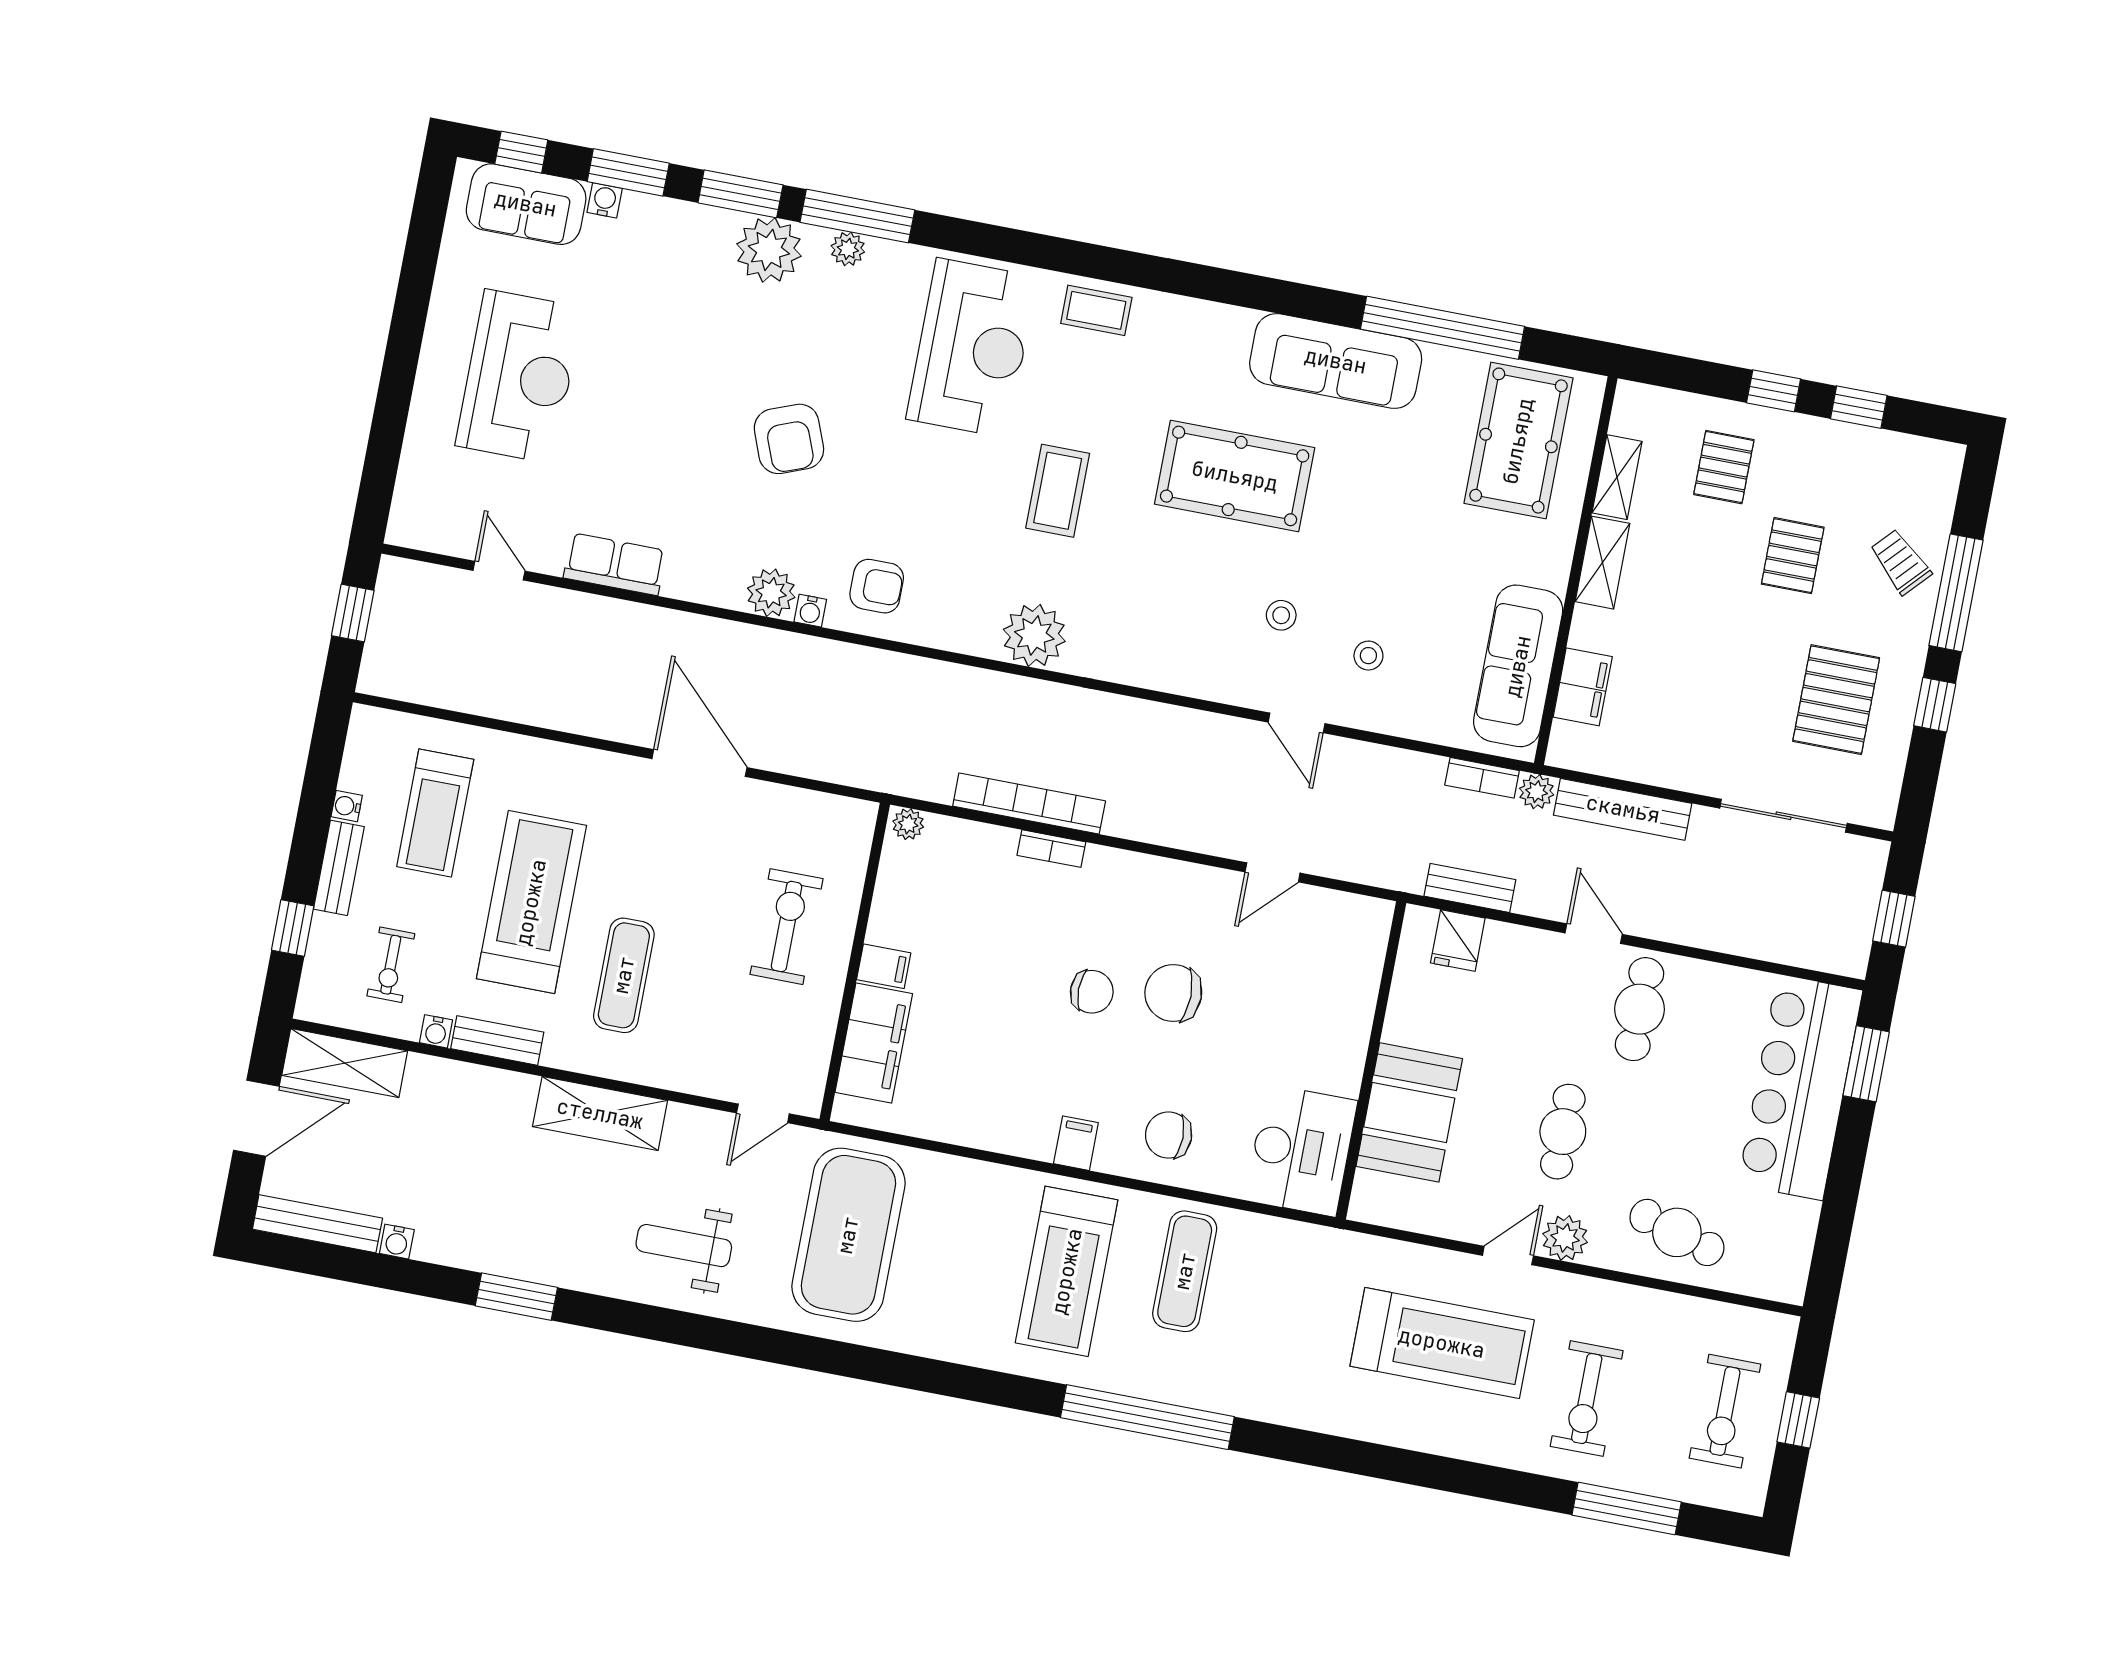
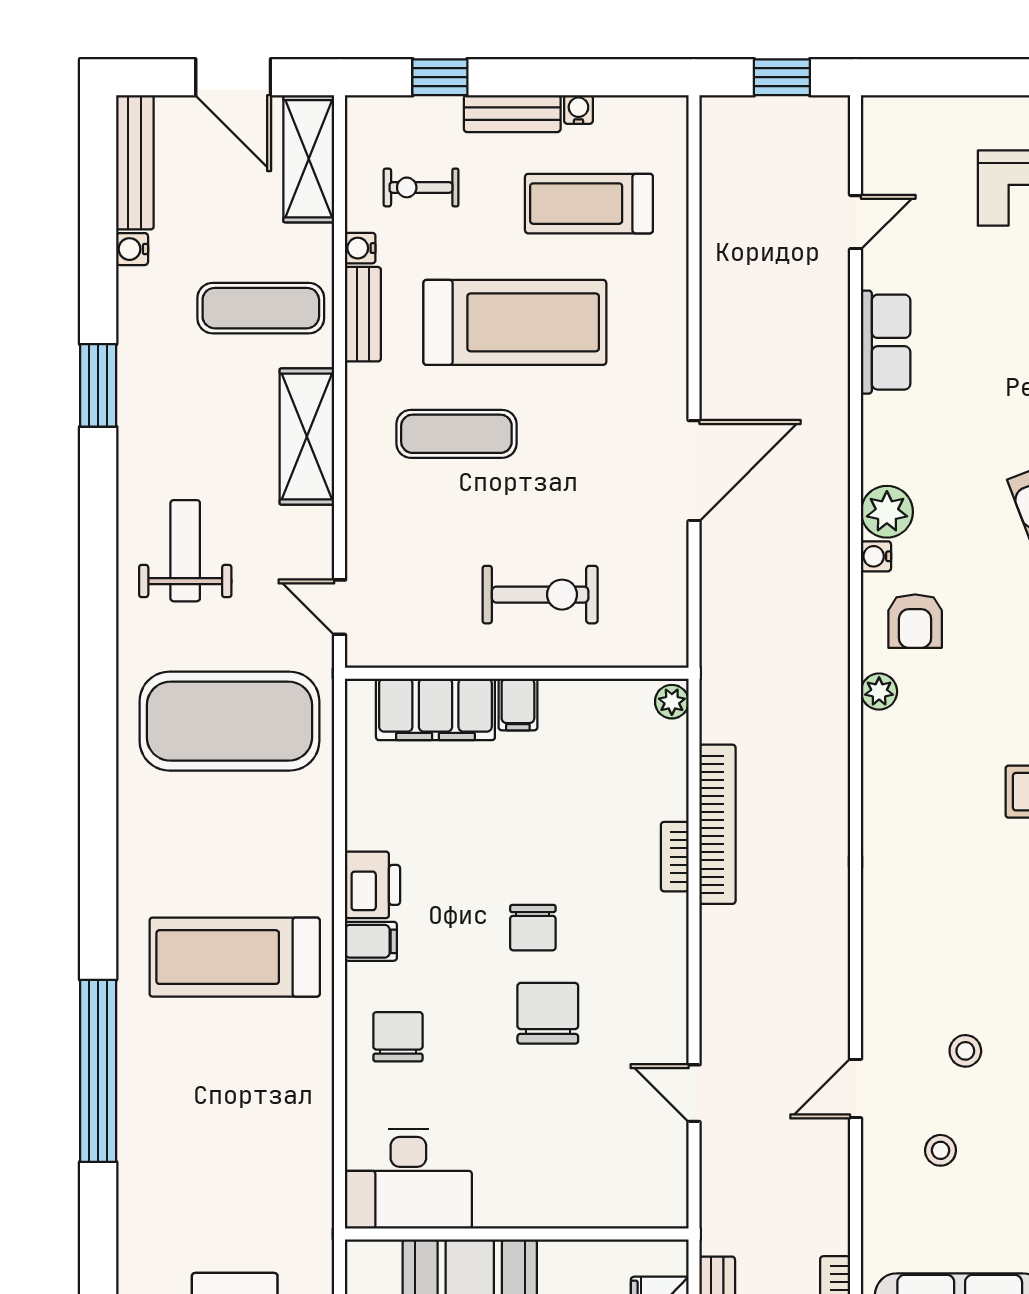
plant: (1034, 635) -> (879, 692), moved, width x0.53, depth x0.53
printer: (1024, 1132) -> (372, 885), added
exercise mat: (1185, 1271) -> (261, 308), moved

